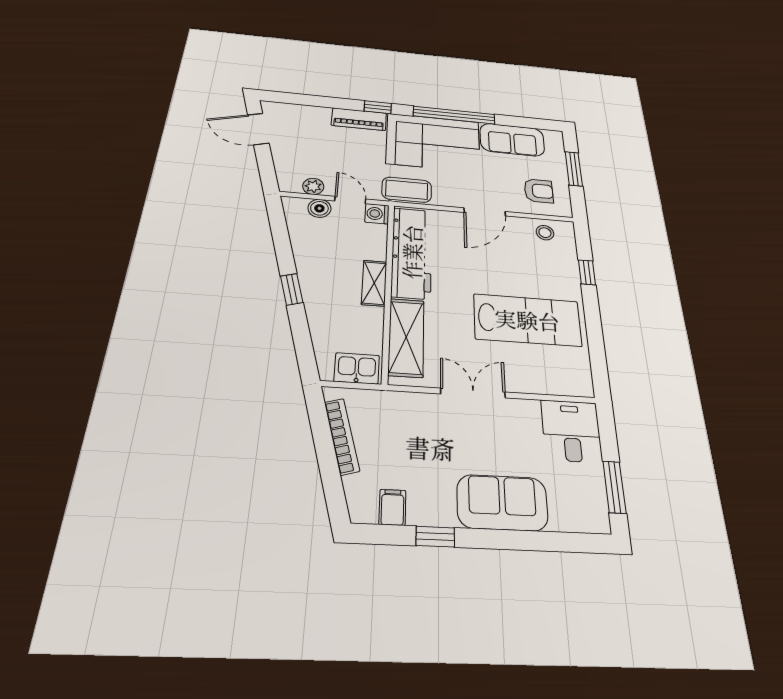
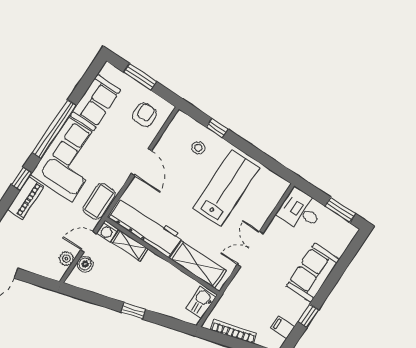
stool: (545, 233) -> (198, 148), moved
shelving: (374, 283) -> (130, 245), moved

